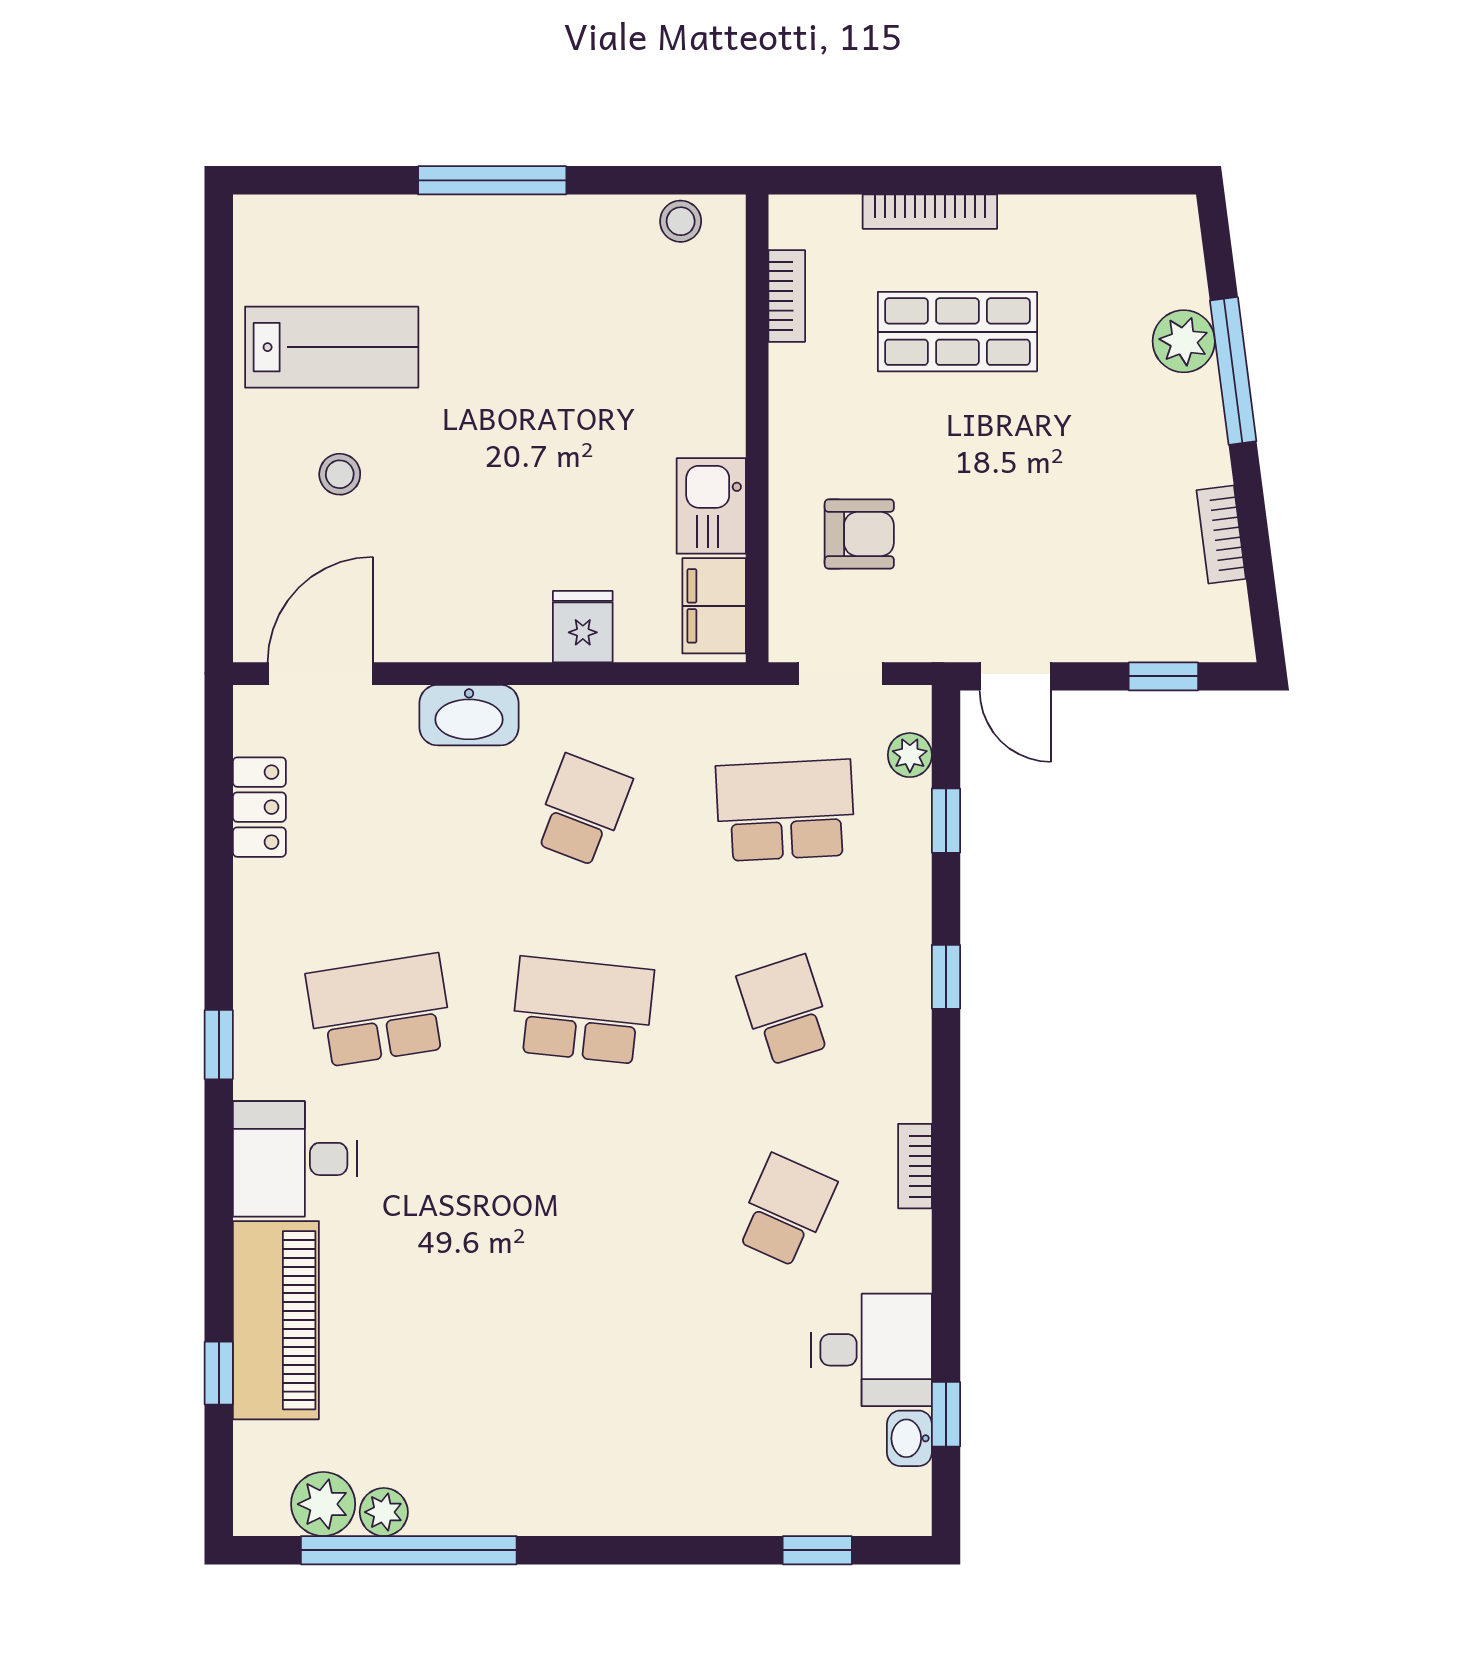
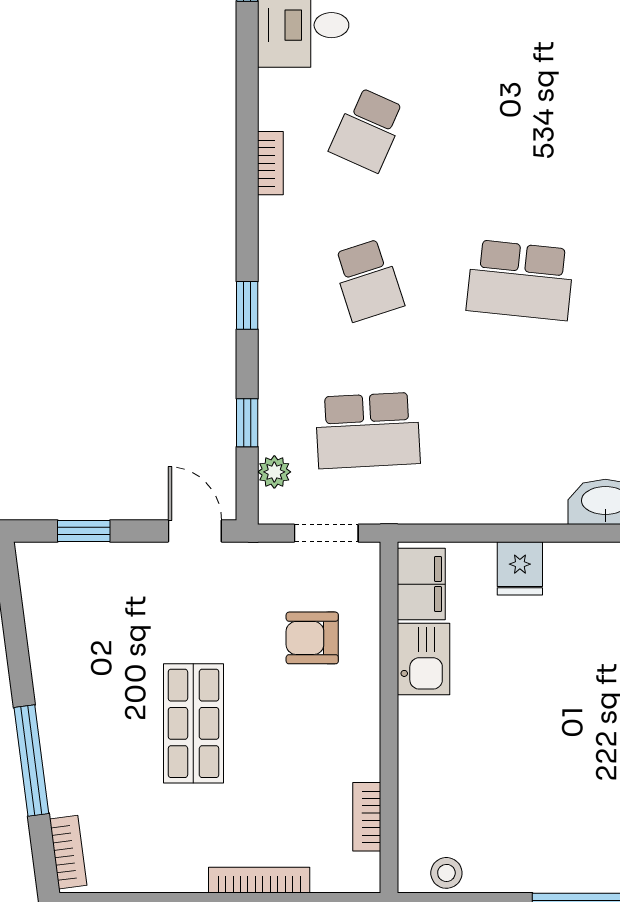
shop shelf: (957, 332) -> (193, 723), moved, turned 90
plant: (1184, 341) -> (68, 783), removed
bookcase: (1221, 535) -> (68, 852), moved
school desk: (582, 810) -> (520, 430), removed

